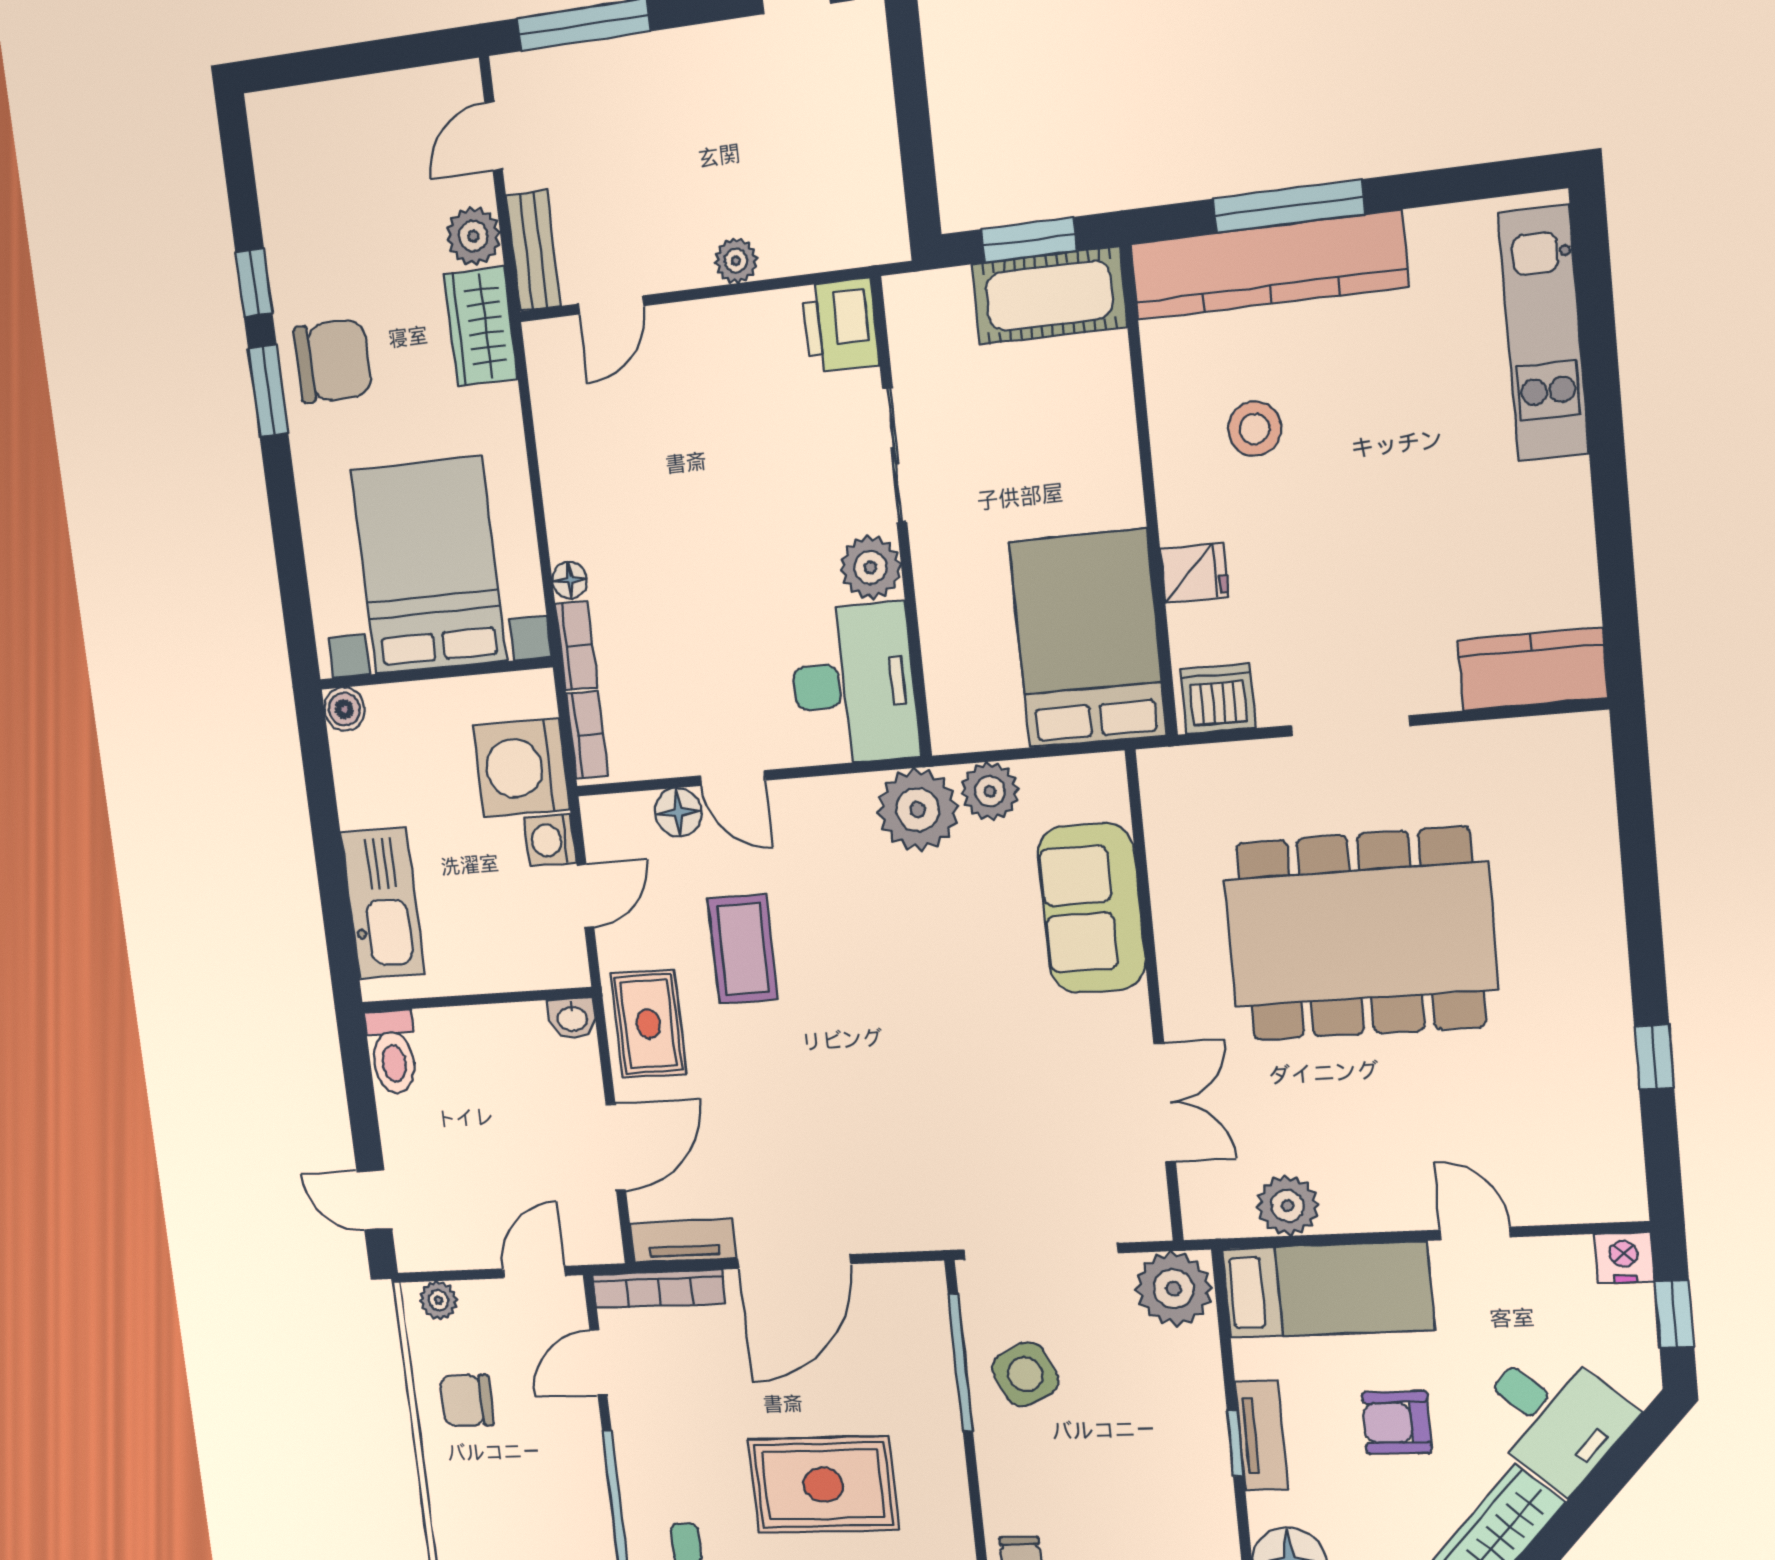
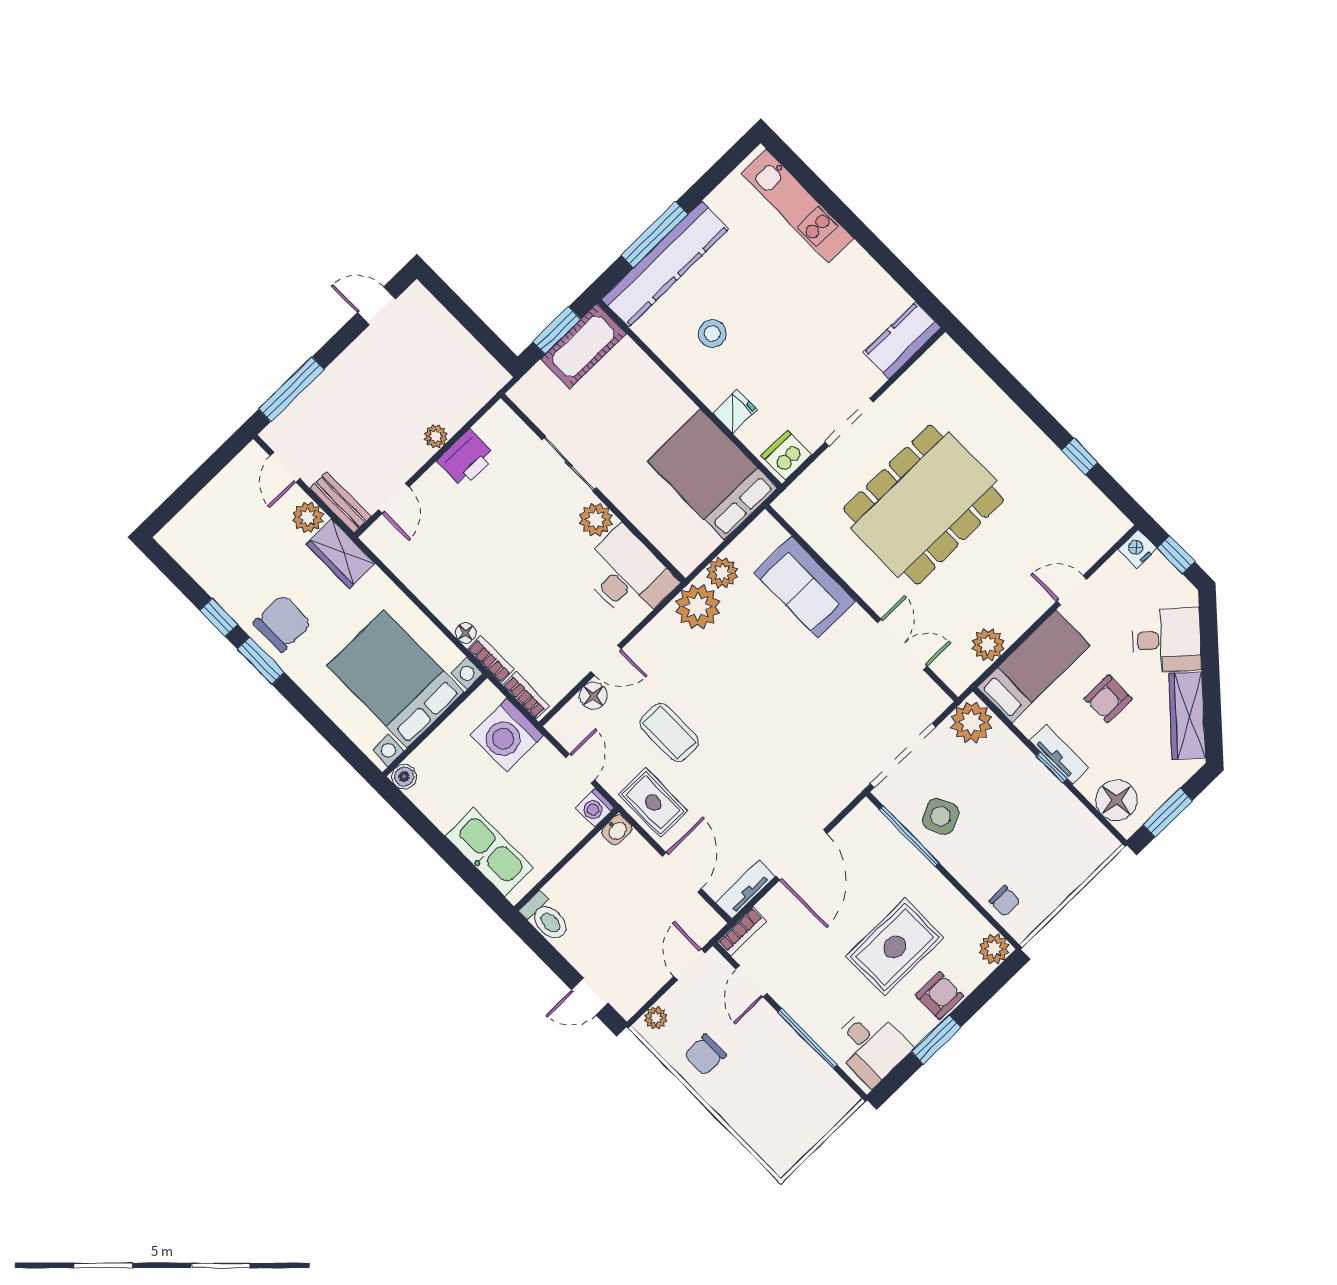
printer: (840, 326) -> (466, 458), moved, turned -90
washing machine: (550, 840) -> (595, 808), moved
bookcase: (659, 1289) -> (742, 931), width x0.64

